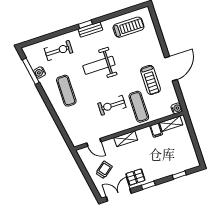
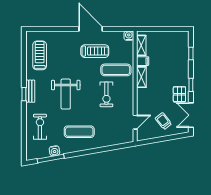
shelving: (126, 139) -> (141, 77), moved

